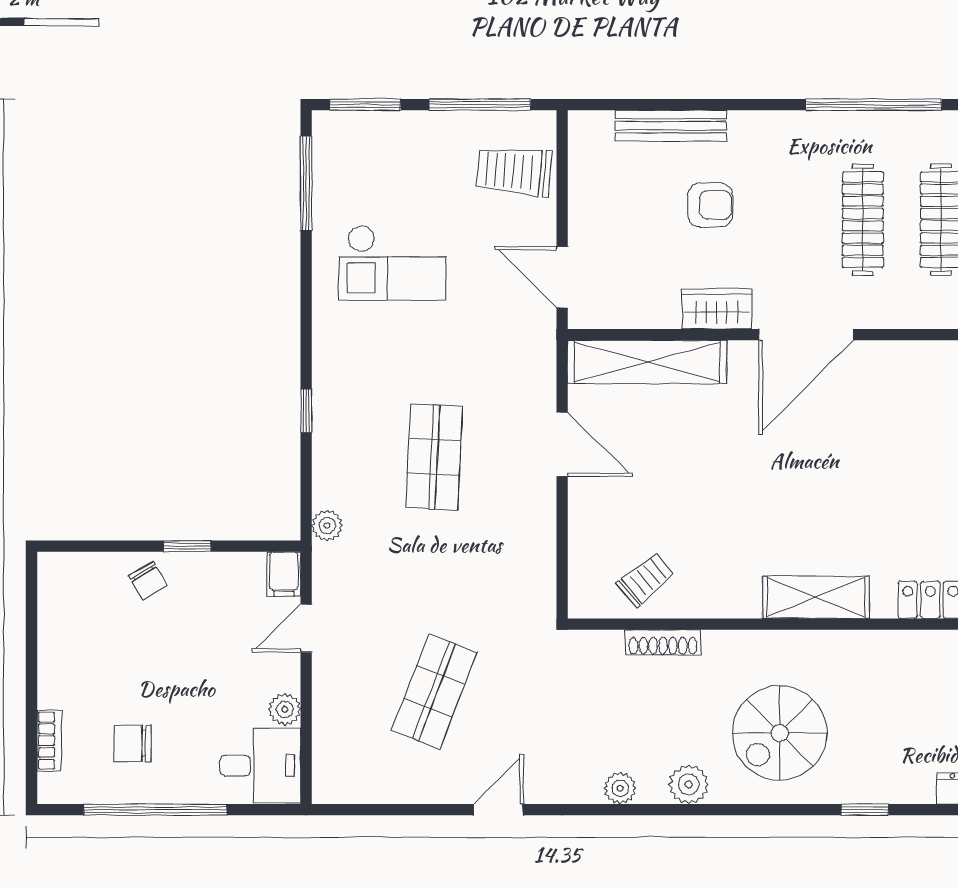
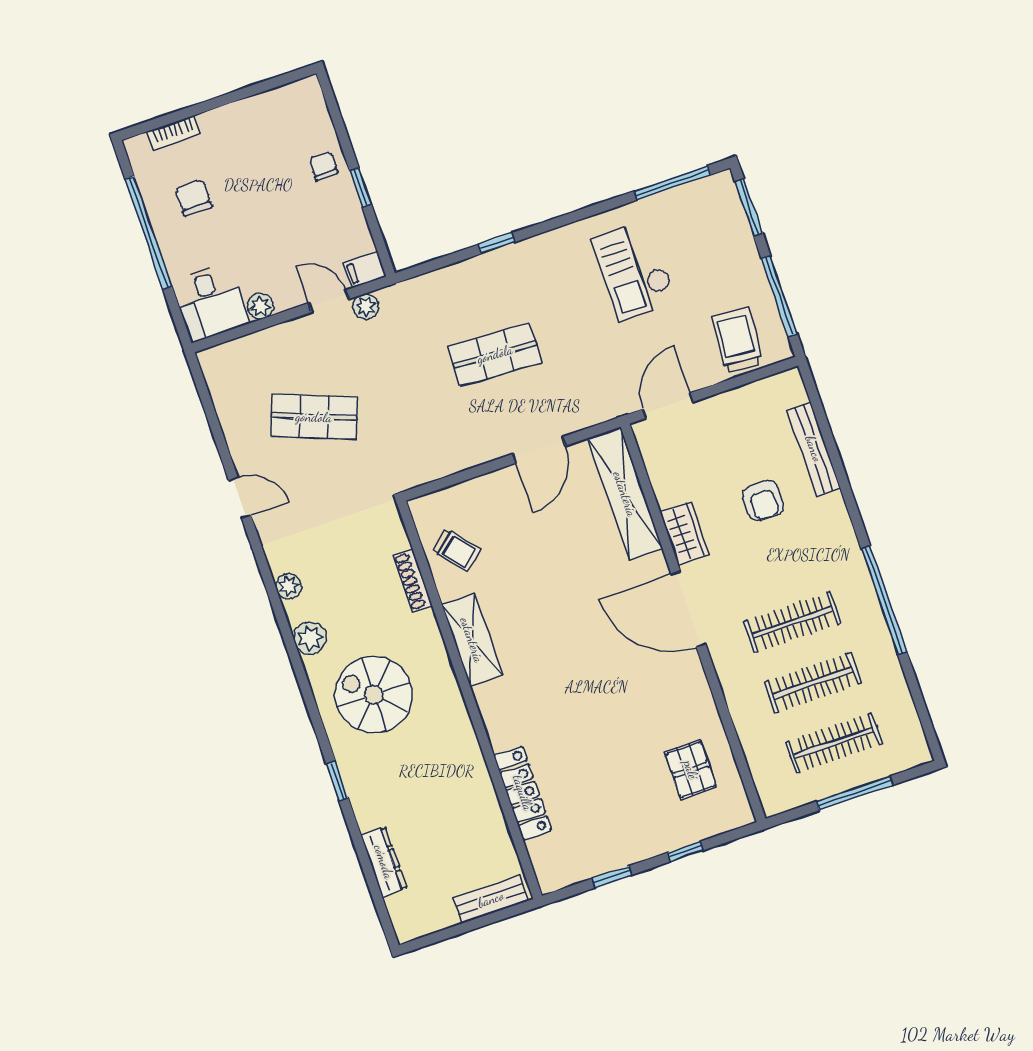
plant: (327, 525) -> (366, 307), moved
chair: (148, 581) -> (323, 166), turned 120
shelving: (816, 597) -> (472, 640), moved

